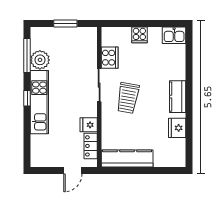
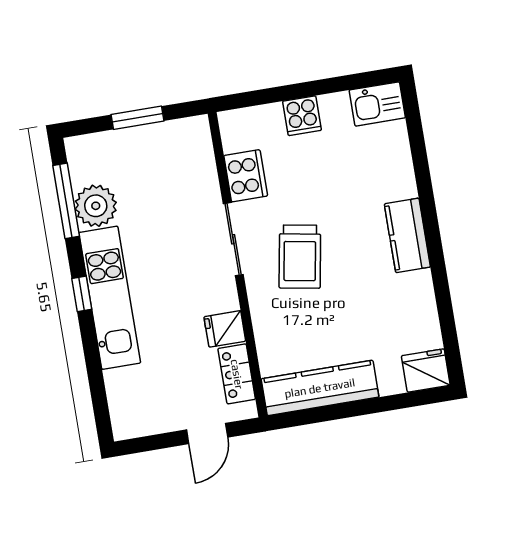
fridge: (177, 128) -> (426, 370), moved, turned 90

